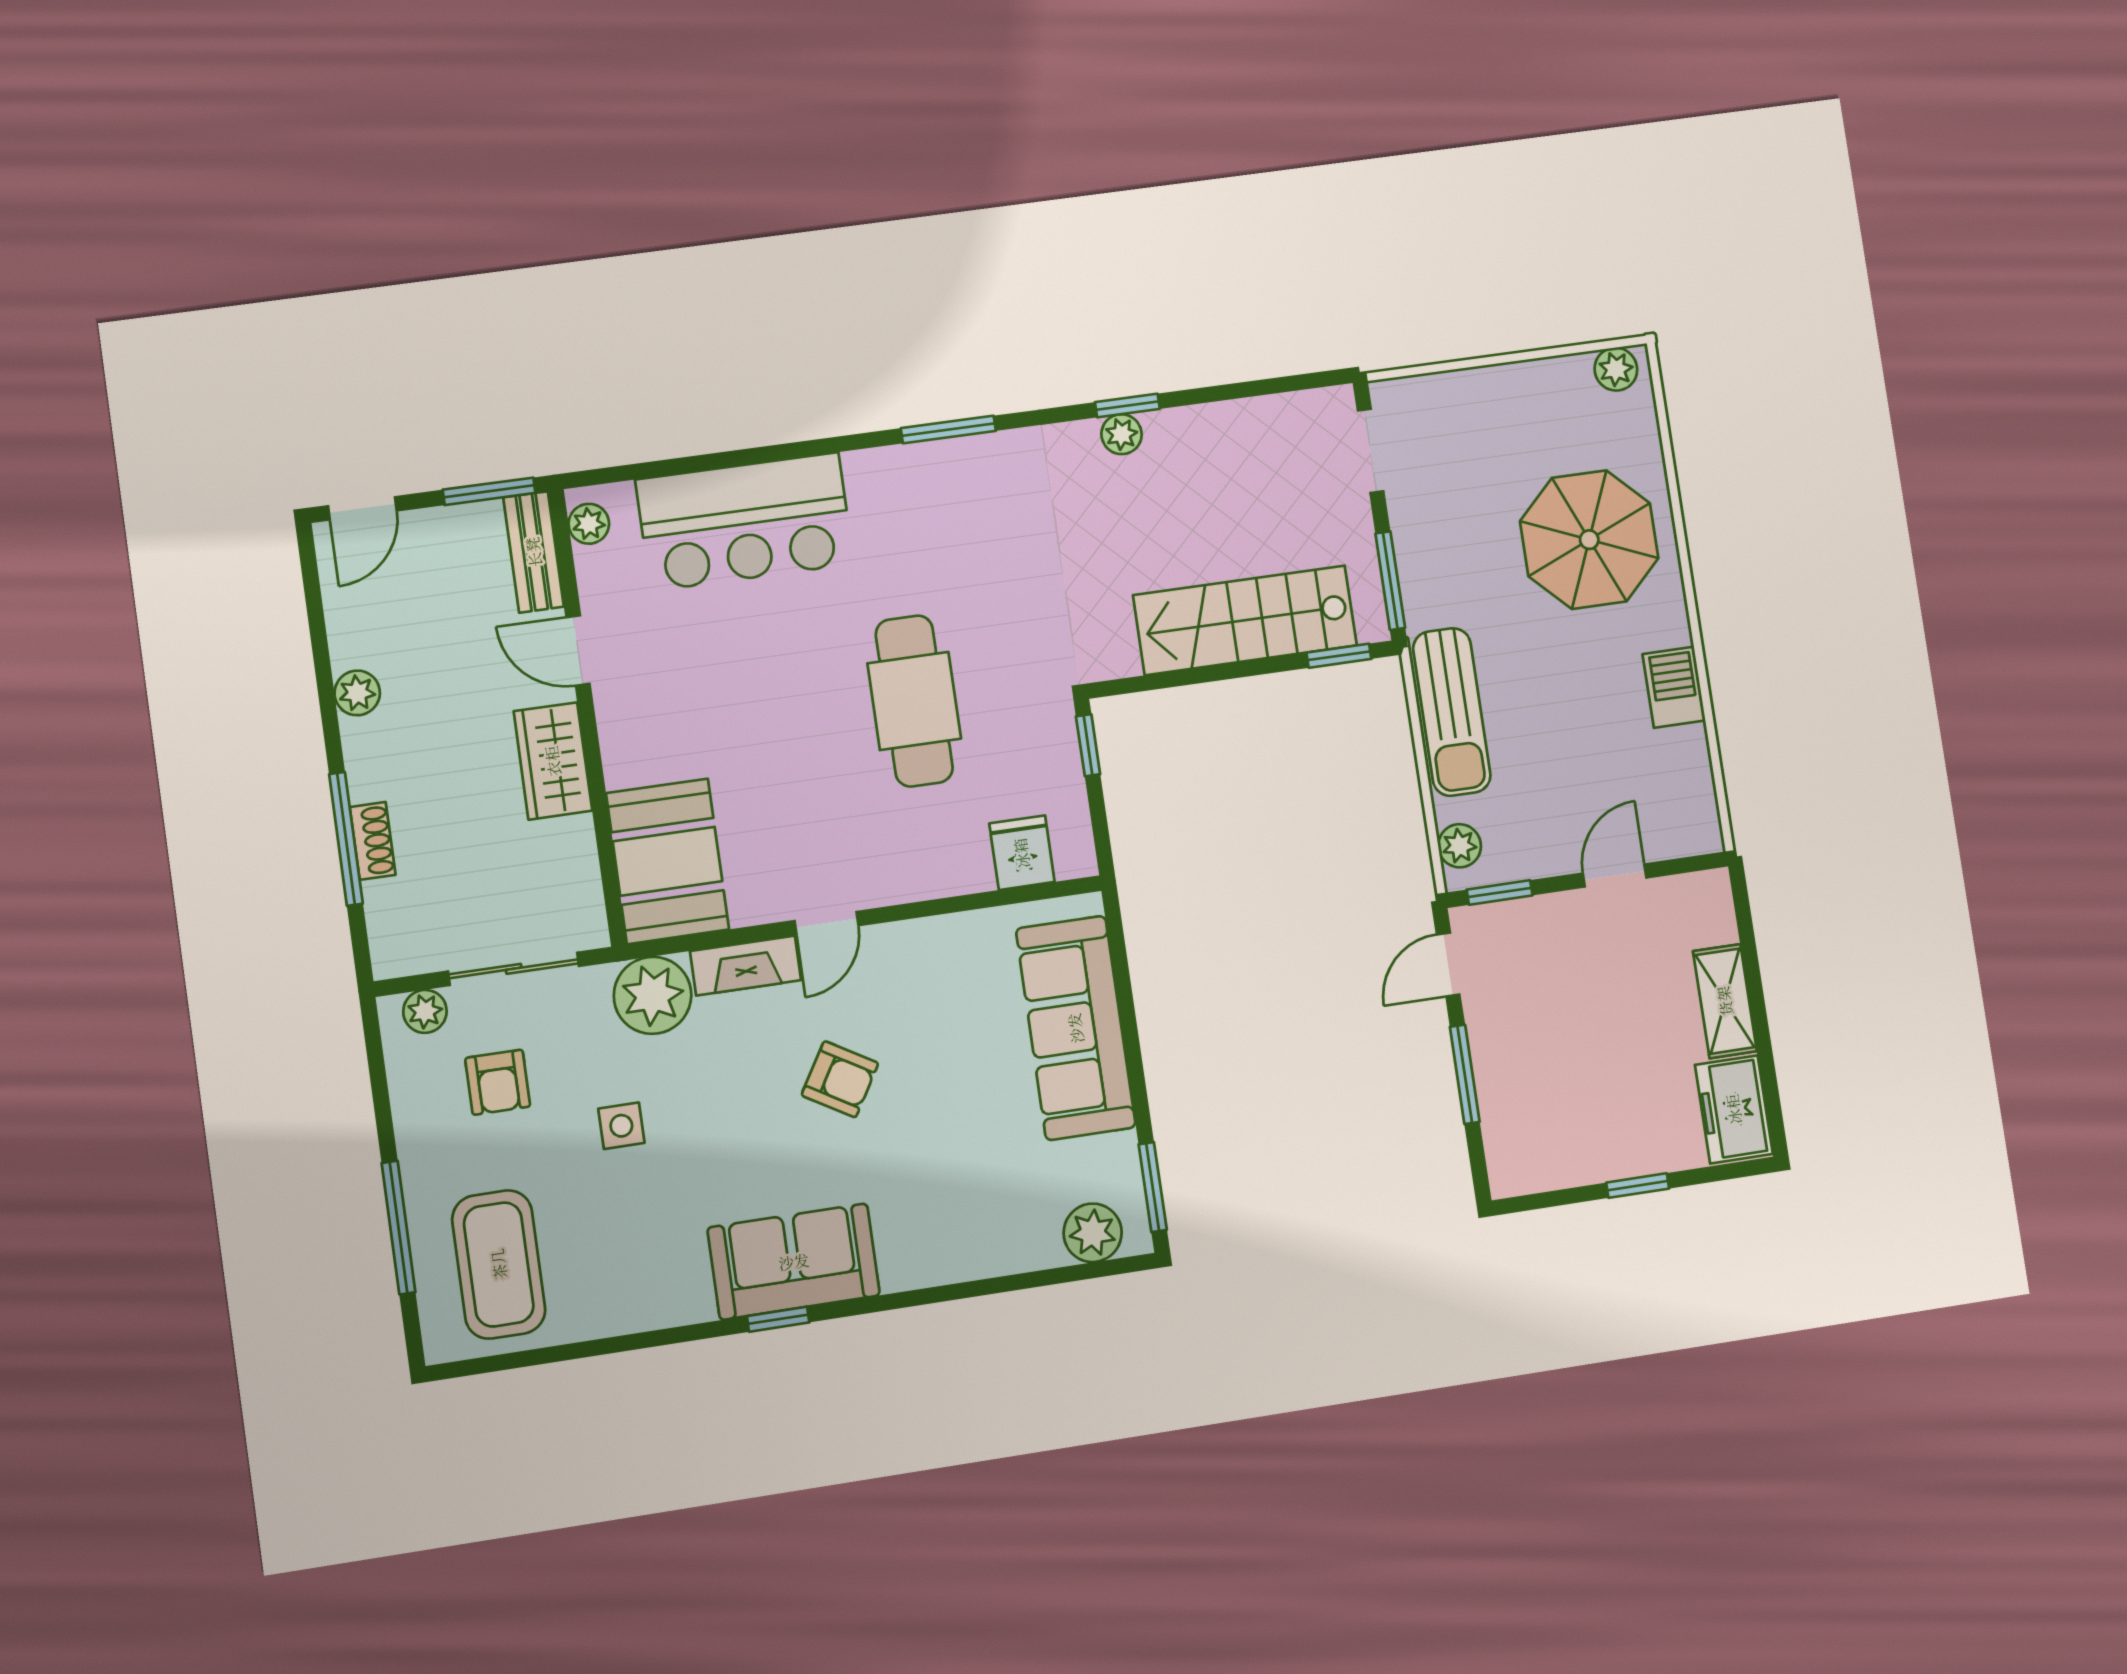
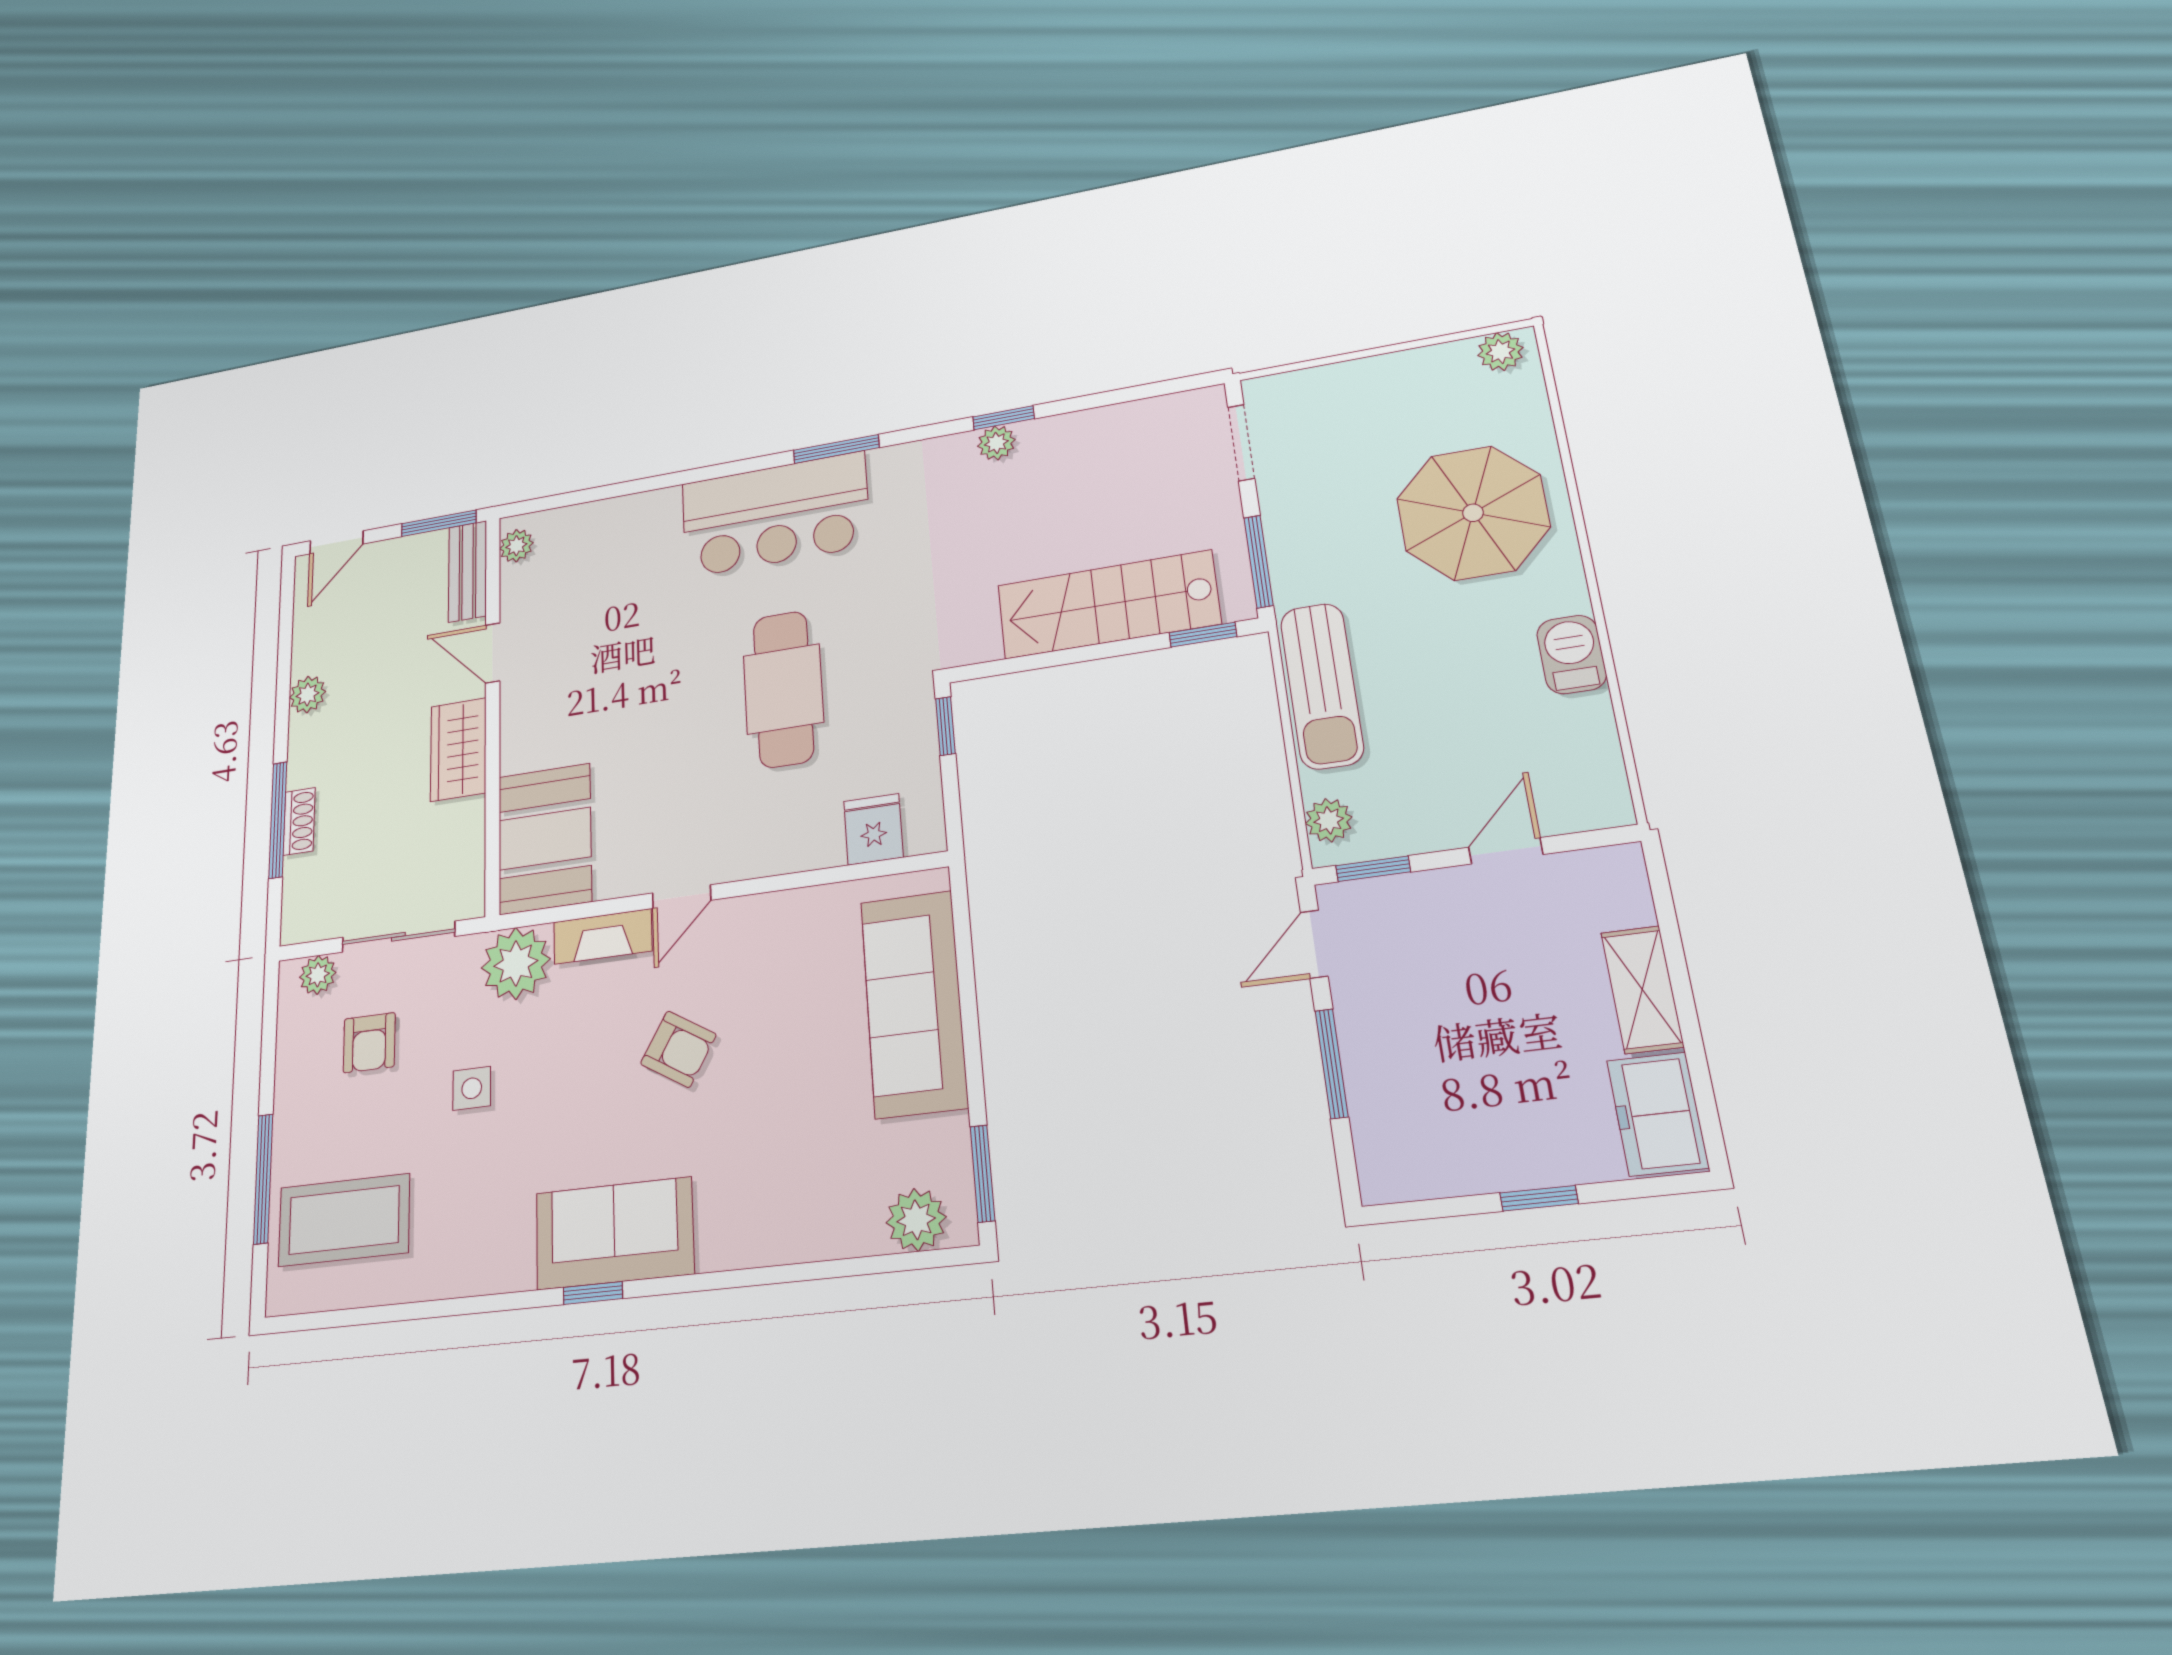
bar counter: (745, 522) -> (775, 514), moved
coffee table: (499, 1264) -> (344, 1220), turned 90

